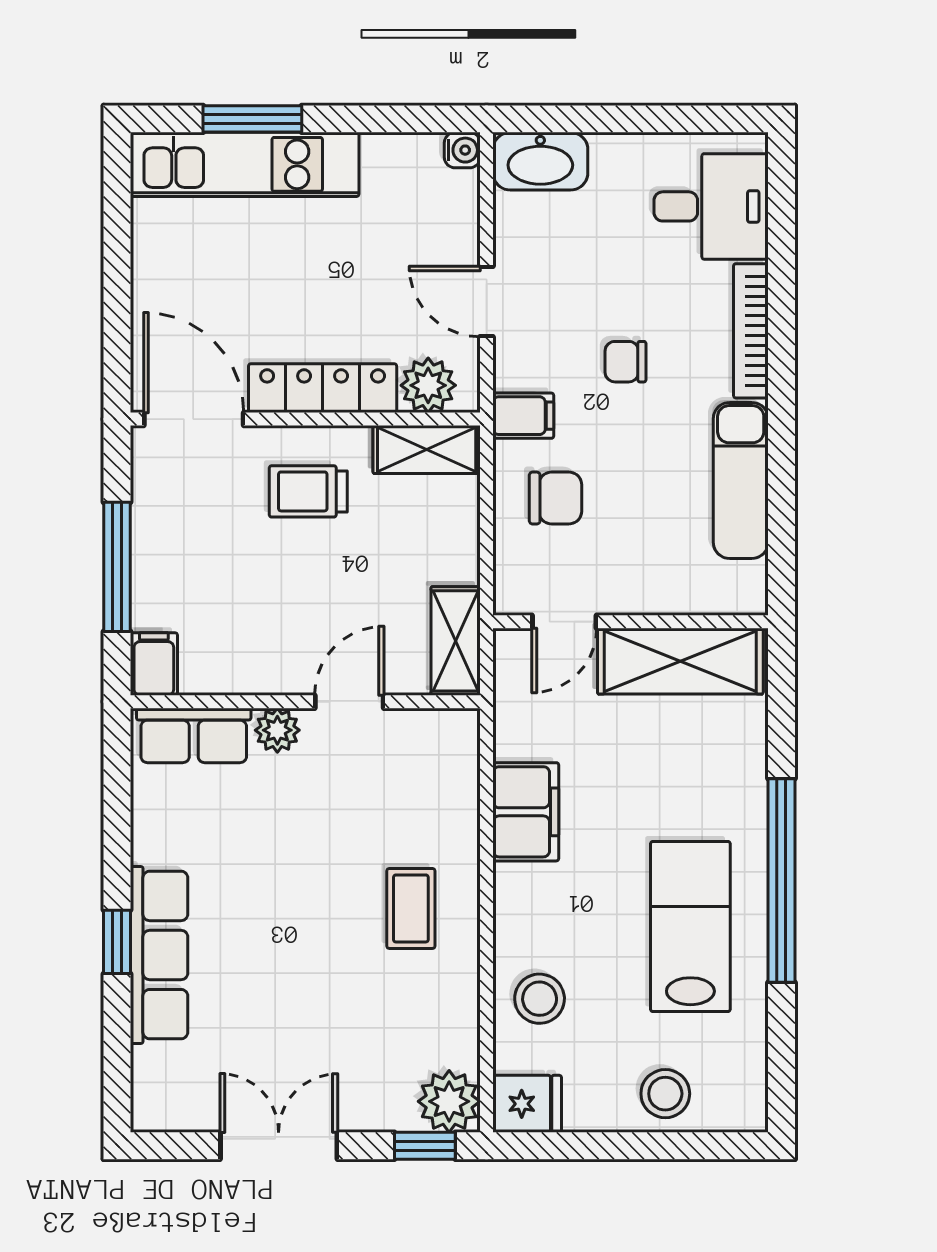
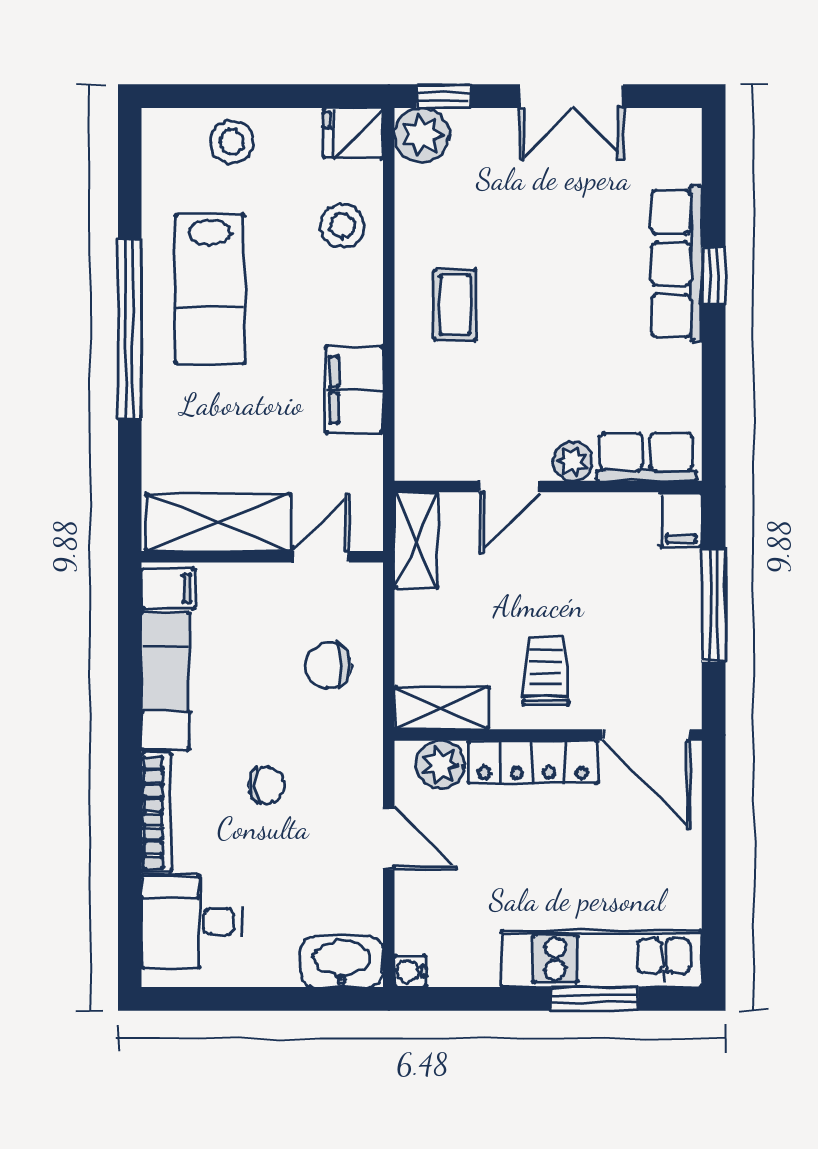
filing cabinet: (523, 416) -> (168, 589), moved, turned 180
trolley: (308, 491) -> (546, 671), turned -90

